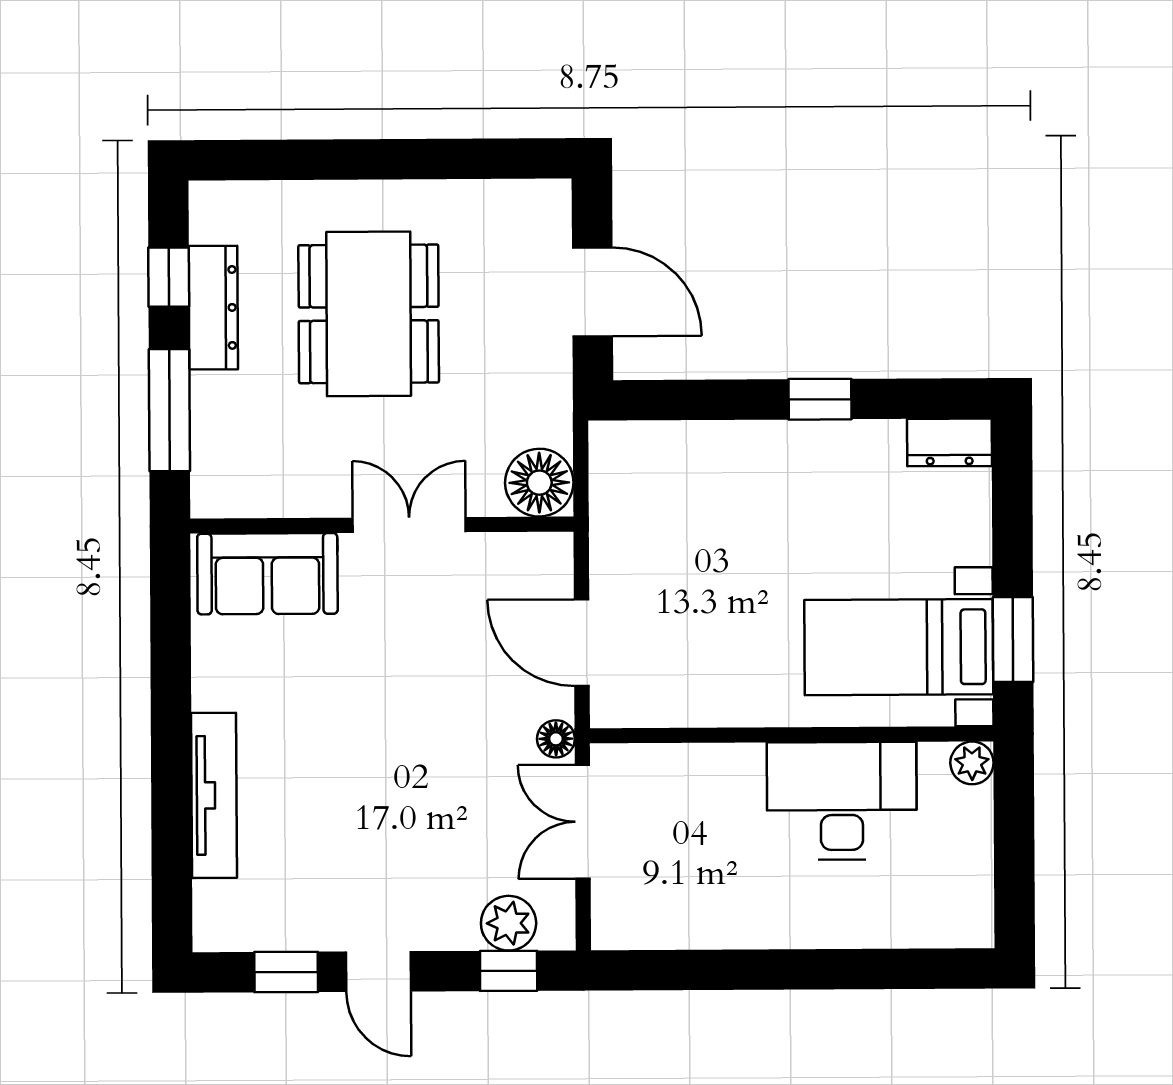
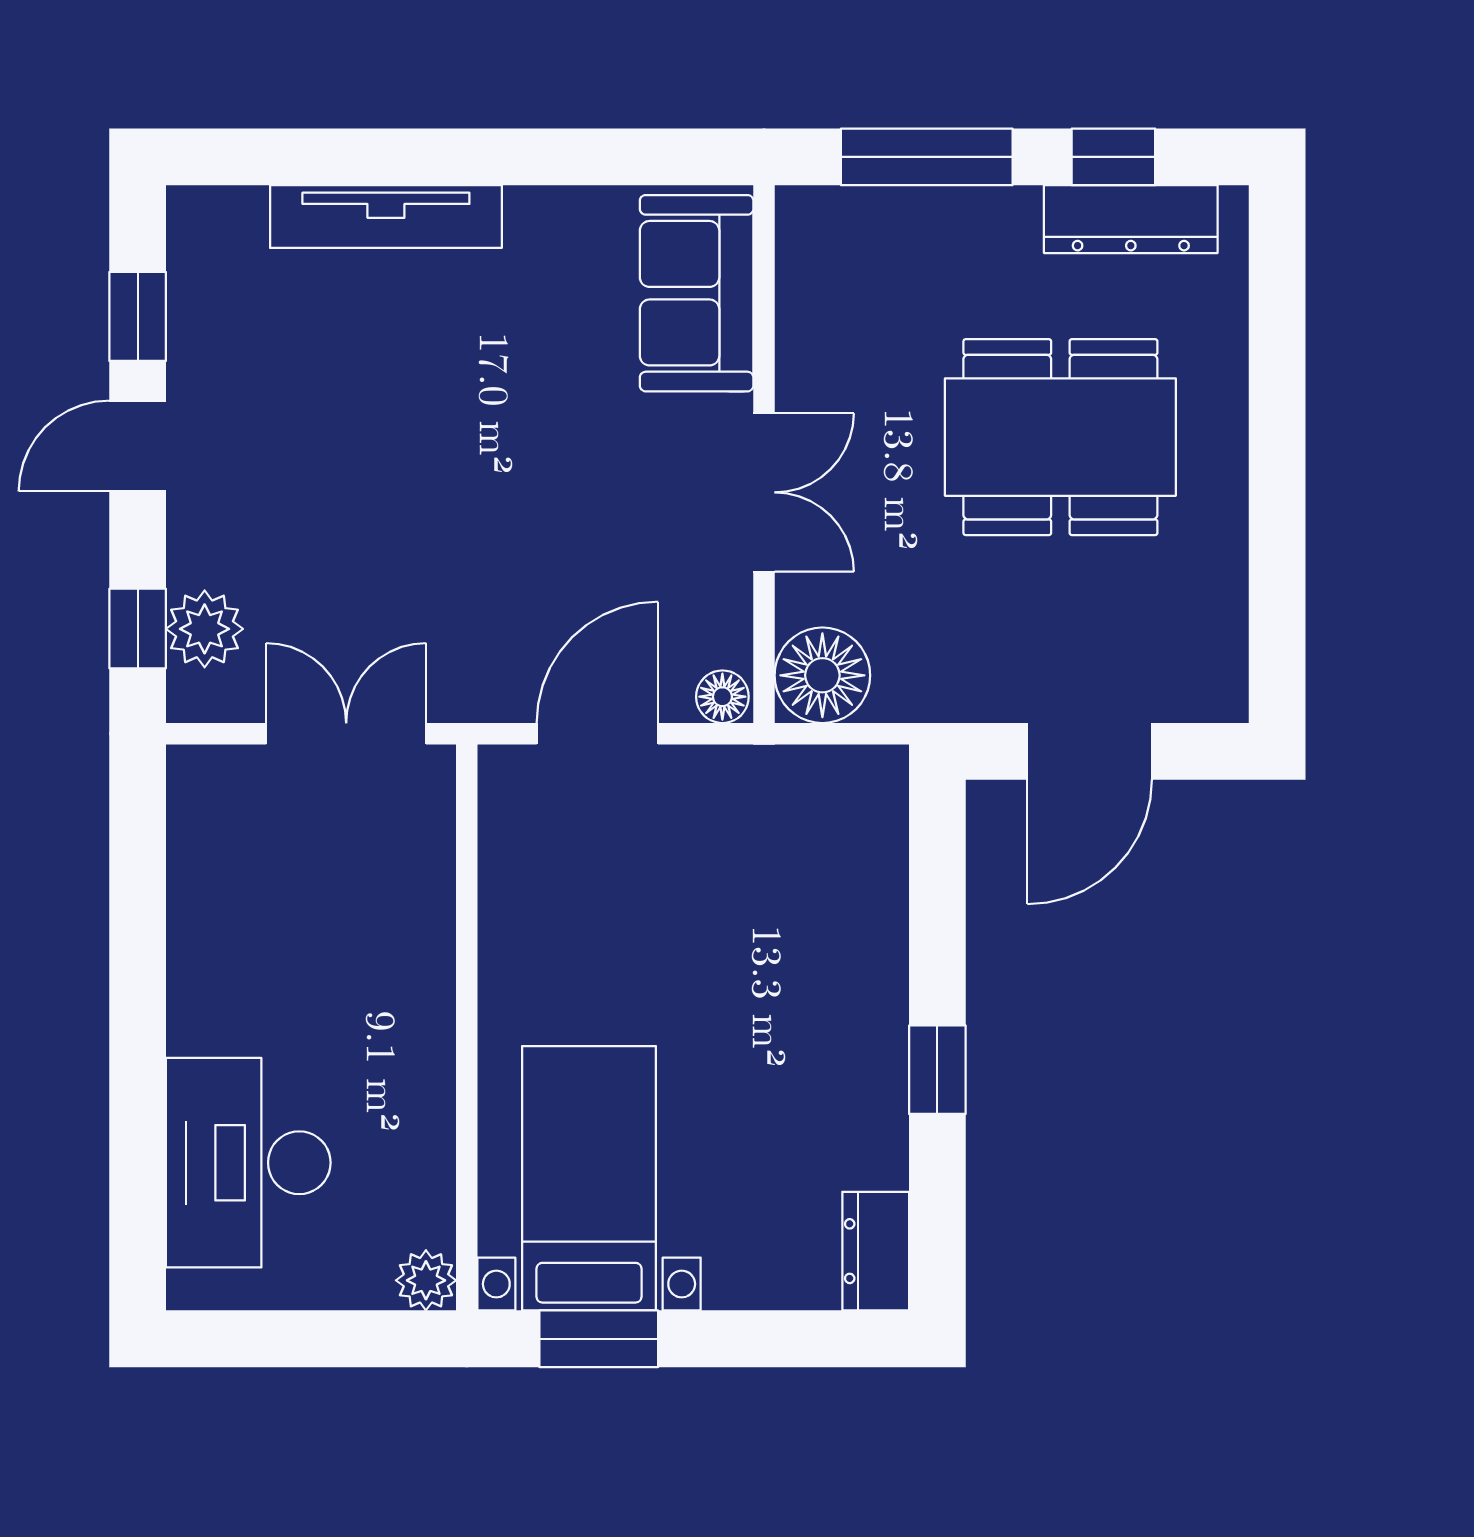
dresser: (213, 308) -> (1131, 219), moved
floor lamp: (556, 739) -> (722, 697), moved
desk: (842, 801) -> (248, 1163), moved, turned 180

